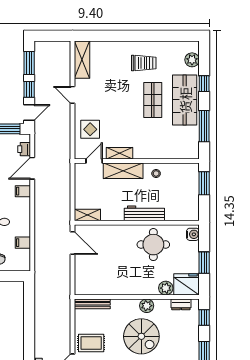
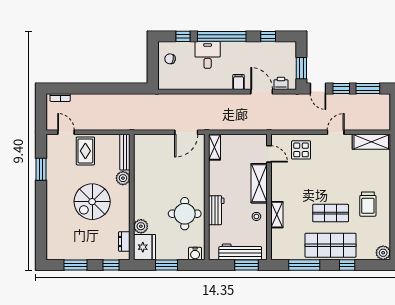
plant: (192, 60) -> (383, 253), moved
shelving: (119, 153) -> (277, 215), moved
workbench: (191, 190) -> (240, 252), added
workbench: (144, 213) -> (216, 210), width x0.73
filing cabinet: (23, 243) -> (187, 82), removed
plant: (147, 306) -> (123, 178), moved

